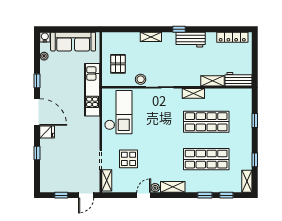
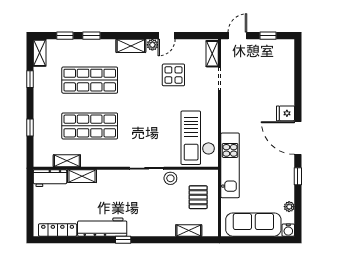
shelving: (151, 37) -> (189, 230), moved
workbench: (191, 40) -> (102, 227), width x1.38
shelving: (193, 93) -> (67, 161), moved
window: (37, 153) -> (298, 88), removed
display table: (128, 159) -> (173, 75), moved

